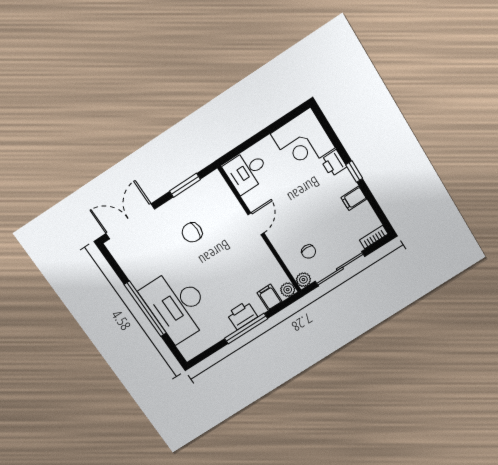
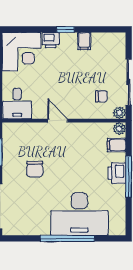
bookcase: (374, 237) -> (121, 44), removed

